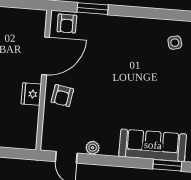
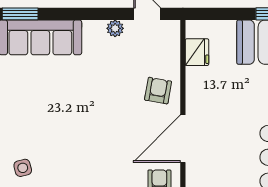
fridge: (31, 94) -> (197, 52), moved

